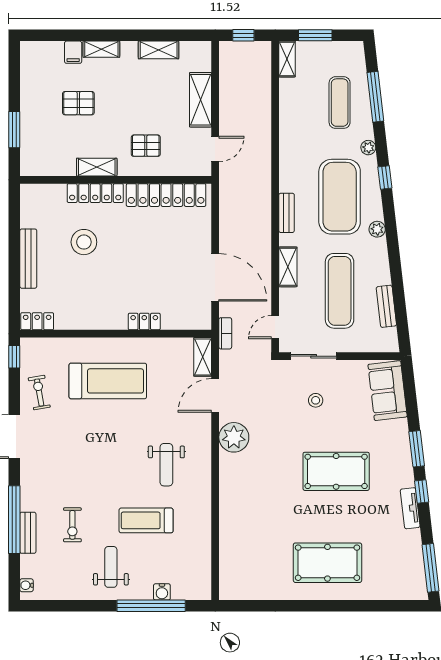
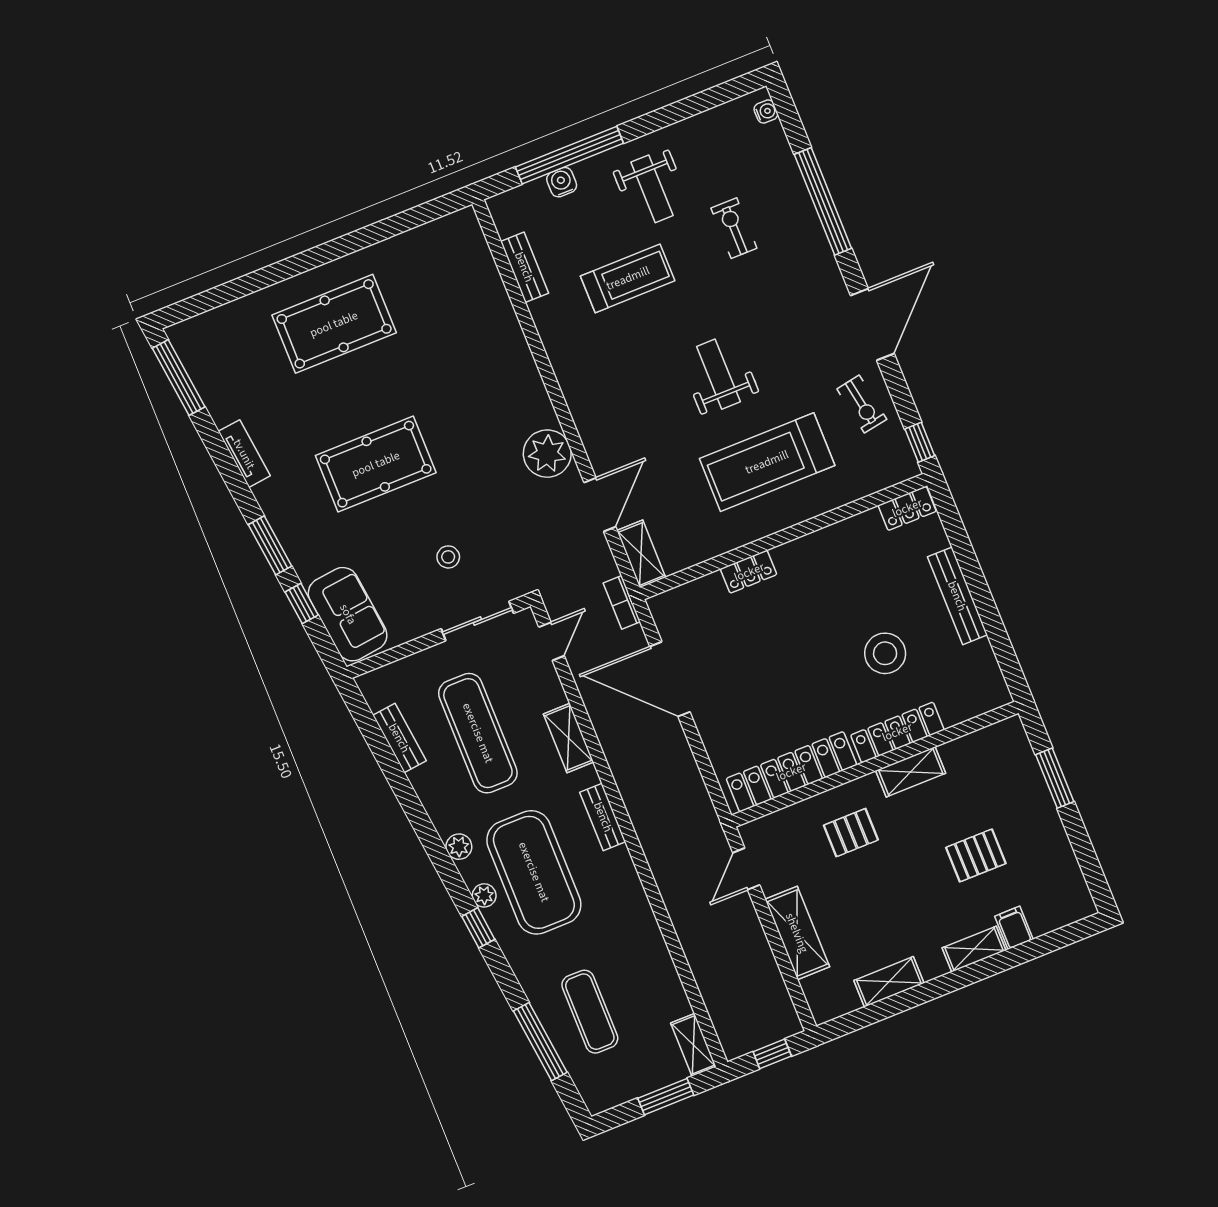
plant: (368, 148) -> (484, 895), moved
weight bench: (166, 465) -> (718, 374), moved
window: (422, 492) -> (302, 603), moved
bench: (28, 533) -> (524, 267), moved

